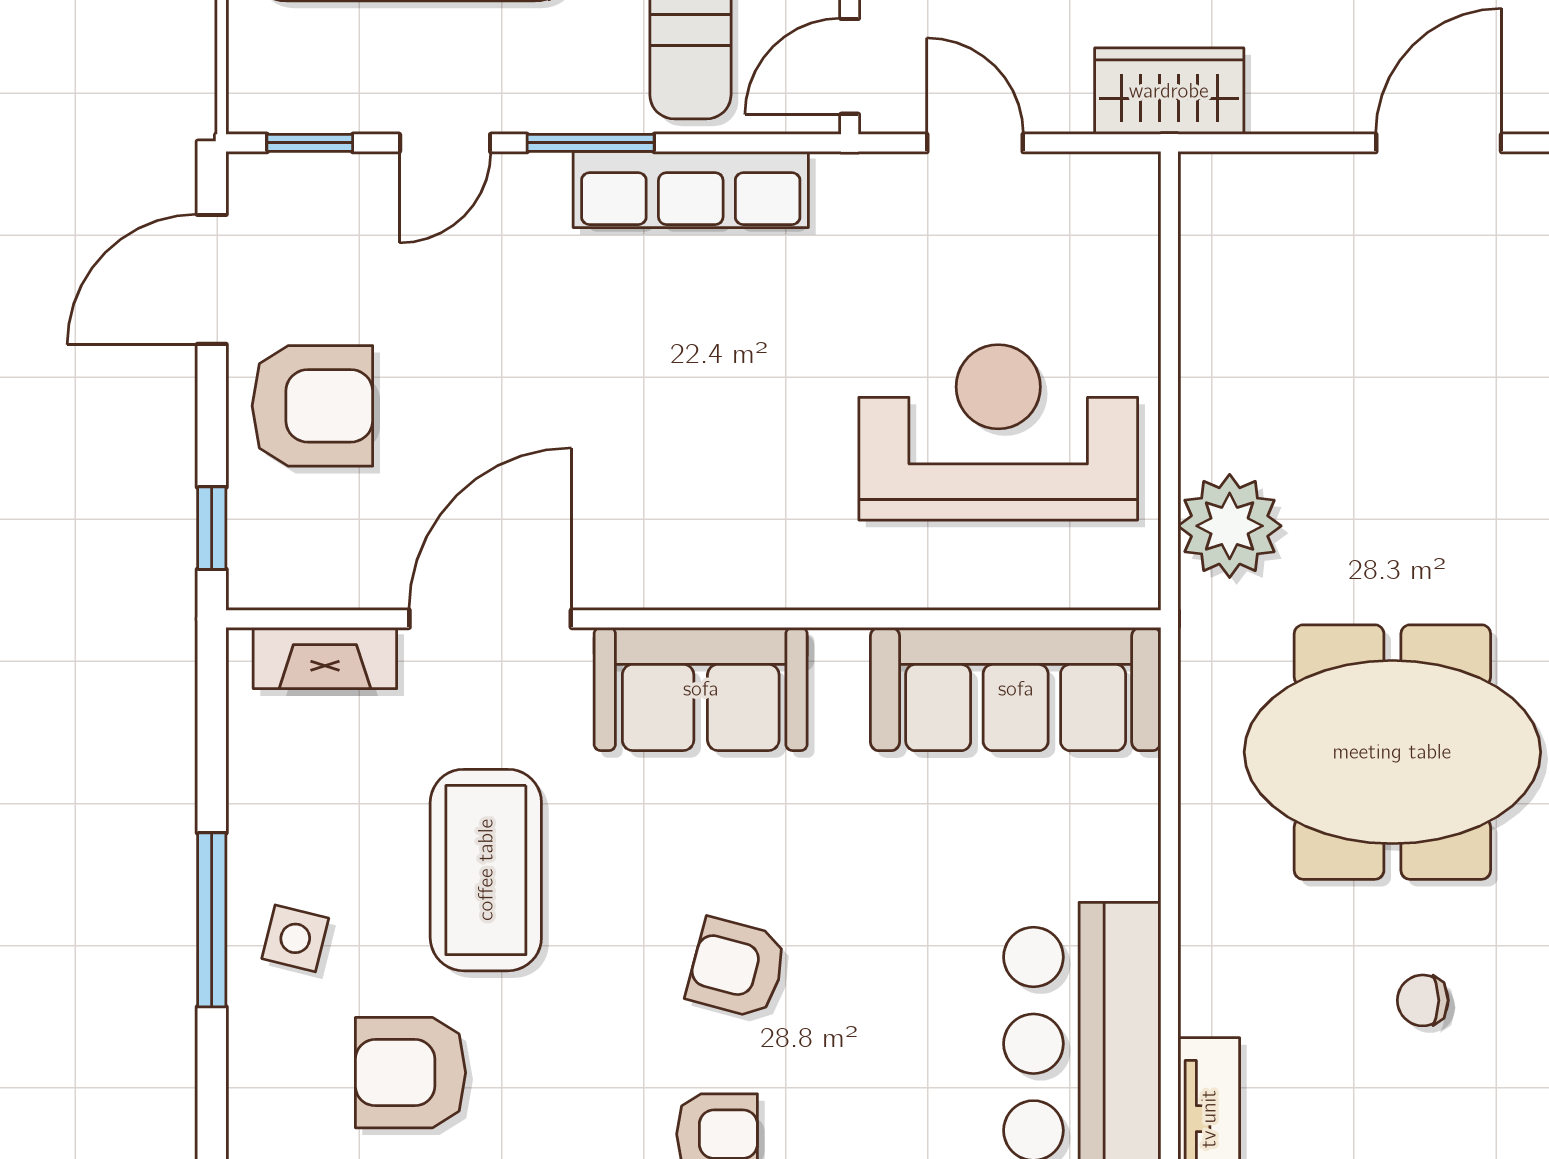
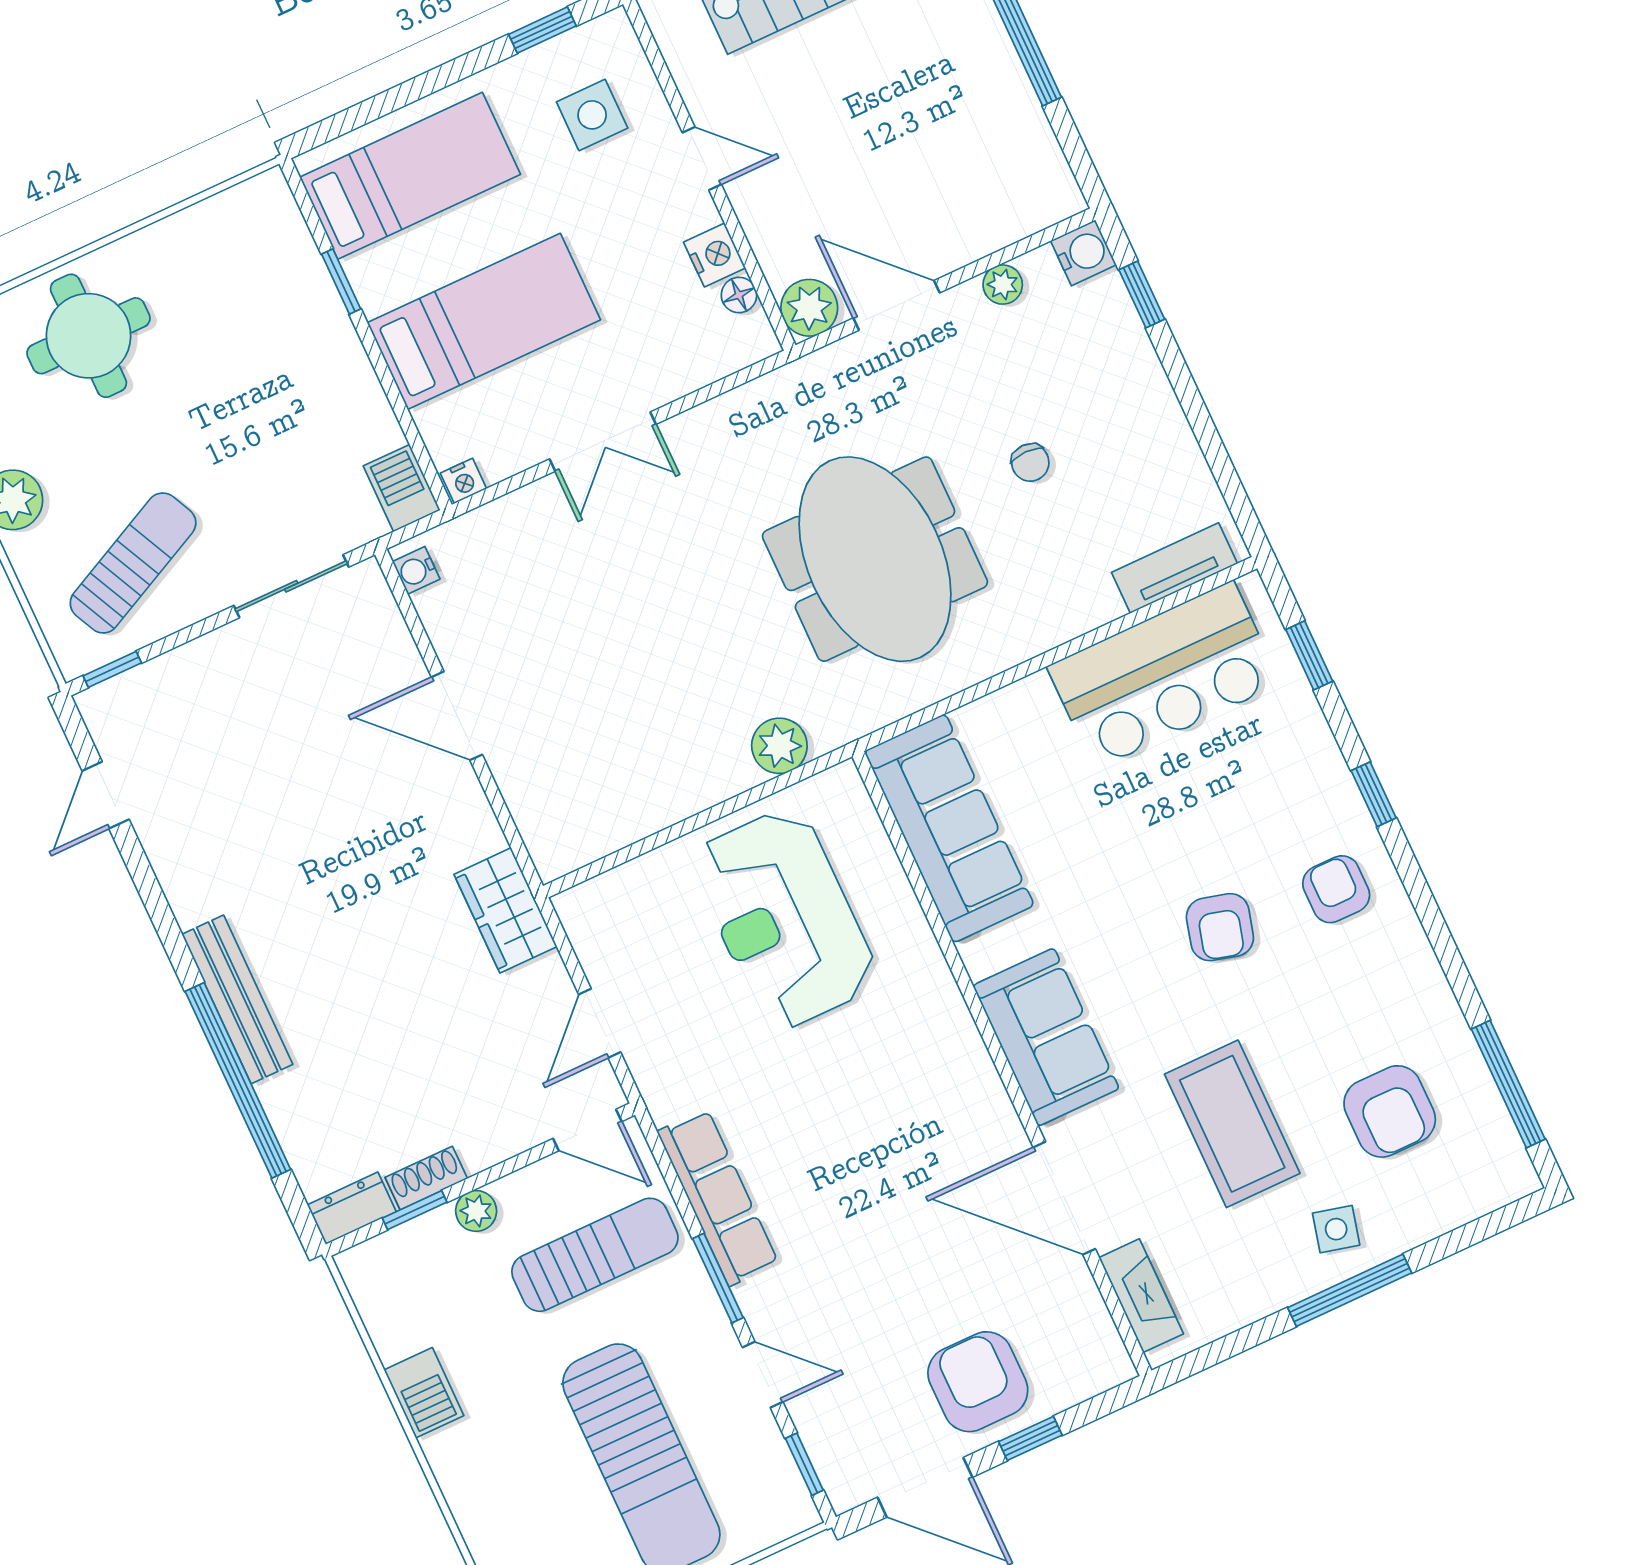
plant: (1230, 526) -> (779, 746), width x0.73, depth x0.73
window: (212, 528) -> (1030, 1438), moved
coffee table: (486, 870) -> (1232, 1124), turned 90

